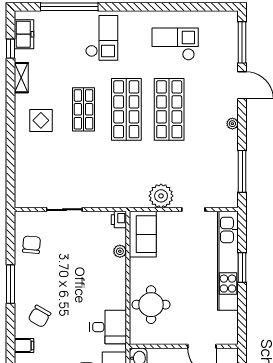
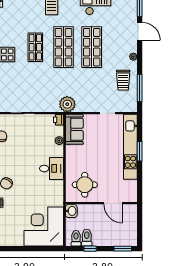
trolley: (217, 160) -> (123, 80), added
plant: (161, 196) -> (67, 104), moved
round table: (151, 305) -> (85, 185), moved
desk: (108, 327) -> (52, 168), moved

